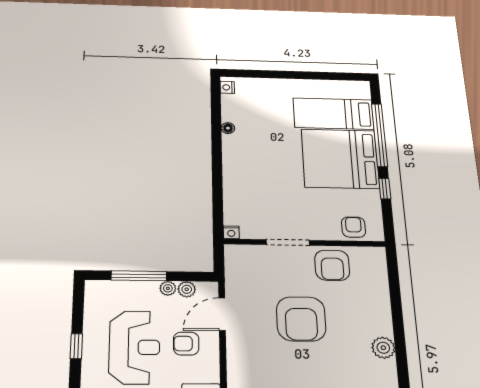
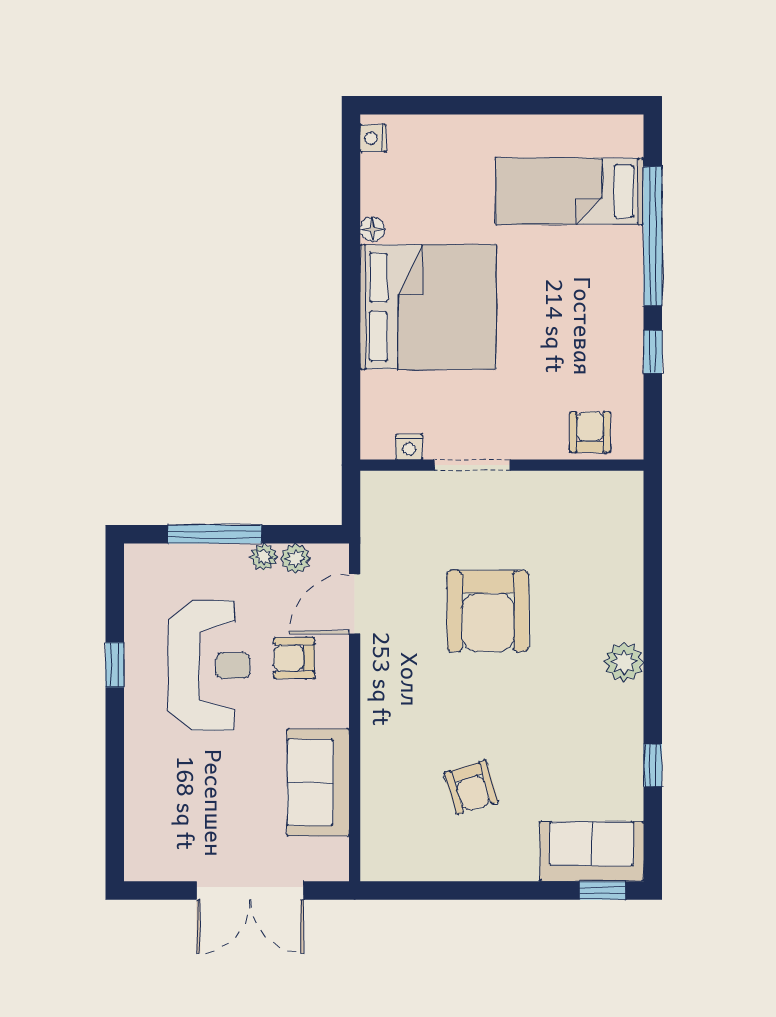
bed: (340, 159) -> (428, 307), moved, turned 180
nightstand: (231, 232) -> (409, 447), moved
armchair: (332, 265) -> (547, 509), removed

